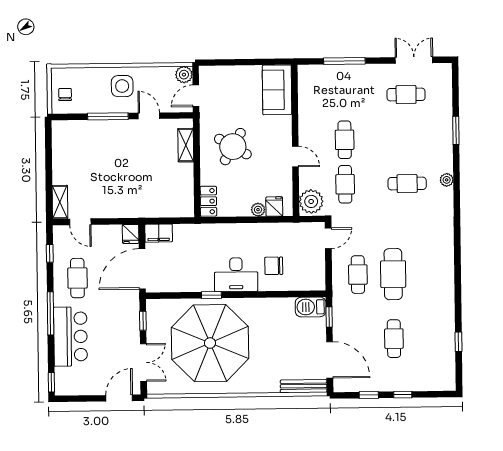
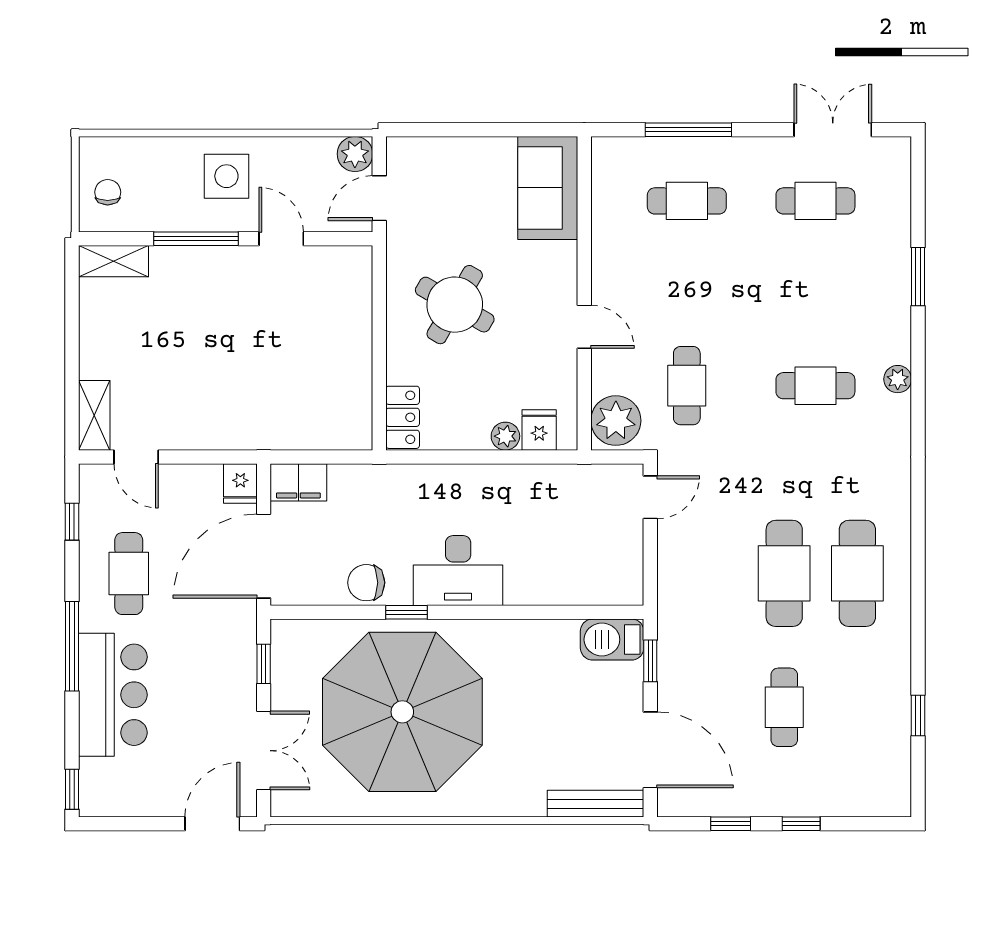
cafe table: (345, 140) -> (687, 201), moved, turned 90
shelving: (186, 145) -> (113, 261), moved, turned 90
chair: (274, 266) -> (366, 583), moved
cafe table: (358, 275) -> (857, 573), moved, width x1.37, depth x1.35

